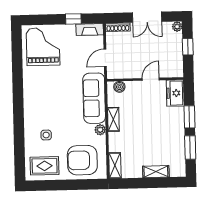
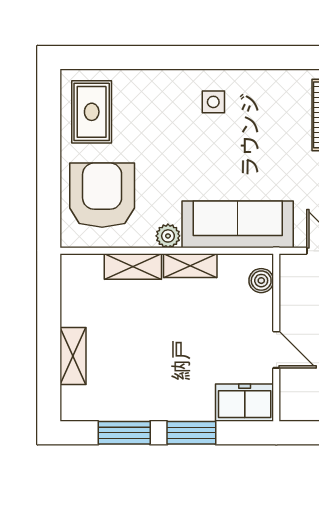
side table: (46, 135) -> (213, 102), moved
shelving: (115, 166) -> (133, 266), moved

